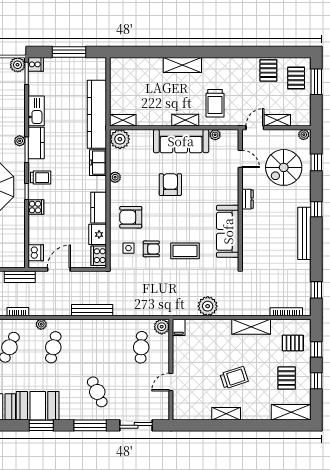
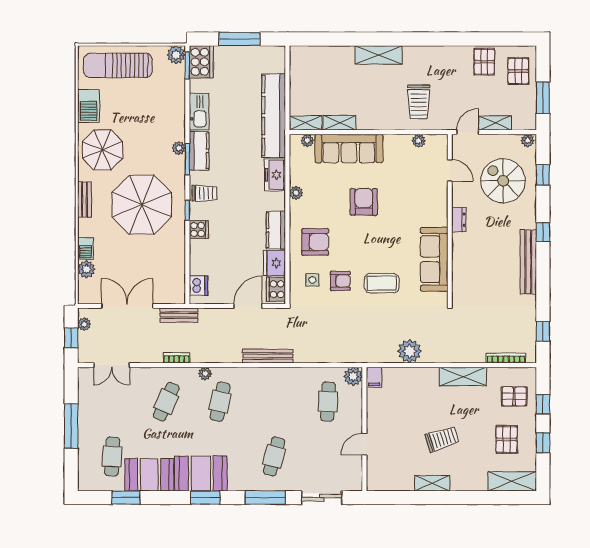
cooker: (36, 64) -> (201, 62), width x1.87, depth x1.31
window: (316, 82) -> (543, 98), moved
shelving: (185, 120) -> (339, 123), moved
plant: (120, 139) -> (307, 141), width x0.53, depth x0.53
sofa: (181, 141) -> (349, 148), moved
spiral stairs: (284, 167) -> (503, 181), turned 90
armchair: (131, 217) -> (315, 242), turned 180
door: (59, 269) -> (248, 306), moved
cafe table: (97, 392) -> (274, 456), turned 39

